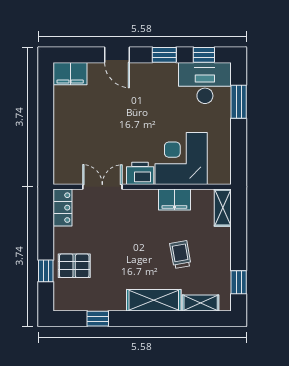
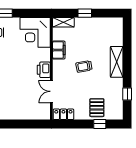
corner desk: (181, 158) -> (35, 32), moved
trolley: (180, 255) -> (84, 66), moved
window: (239, 282) -> (85, 13), moved
shelving: (201, 303) -> (118, 35), removed

